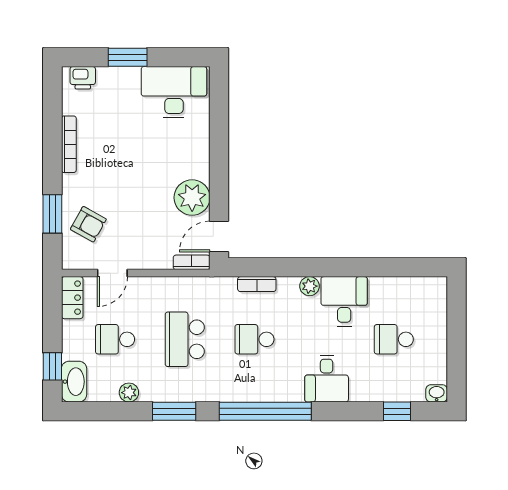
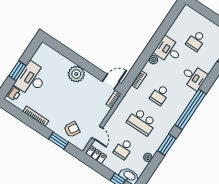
desk: (174, 92) -> (31, 79), moved
plant: (192, 198) -> (76, 74), moved
door: (219, 237) -> (111, 82), swing flipped

